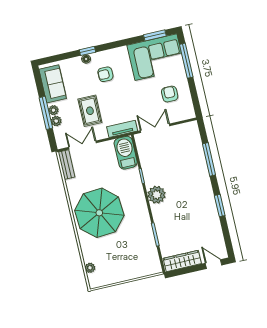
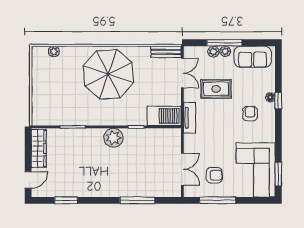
window: (186, 61) -> (218, 200), moved
double door: (155, 128) -> (182, 169), moved
window: (220, 205) -> (66, 200), moved

